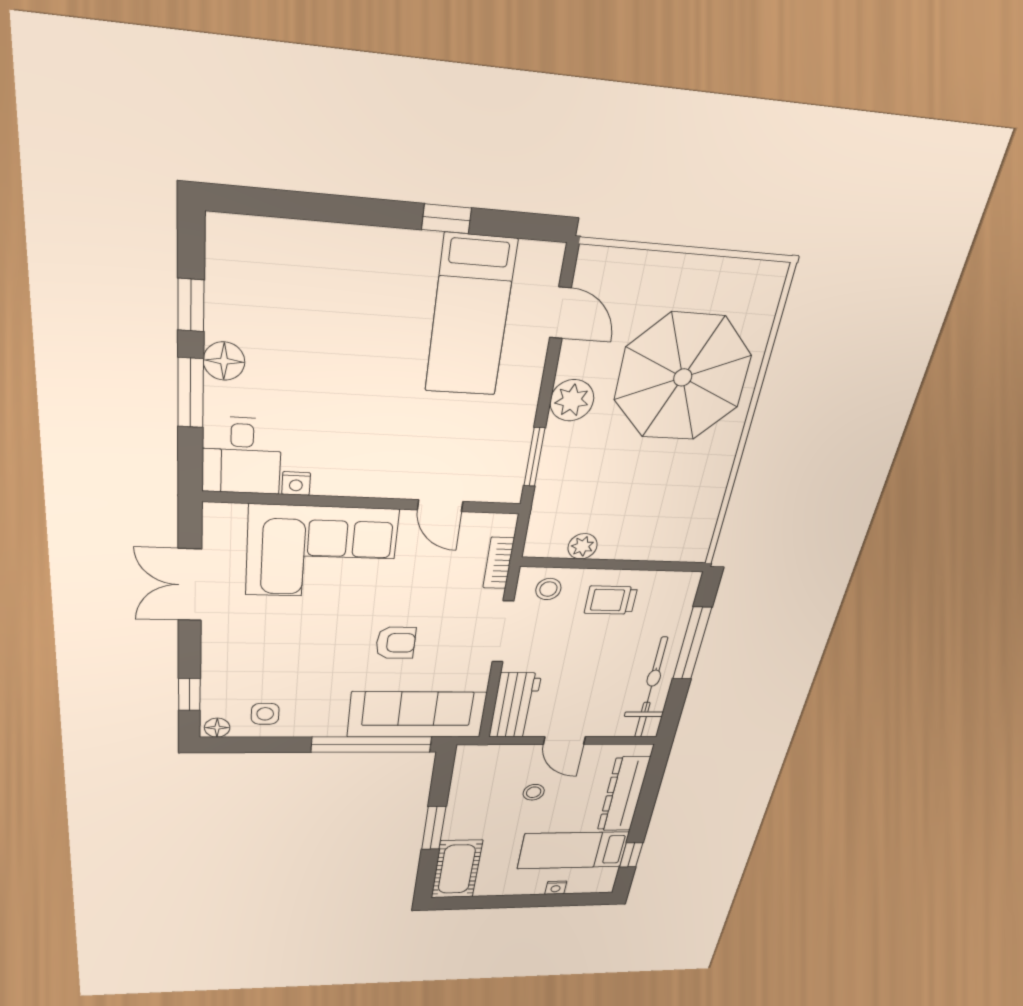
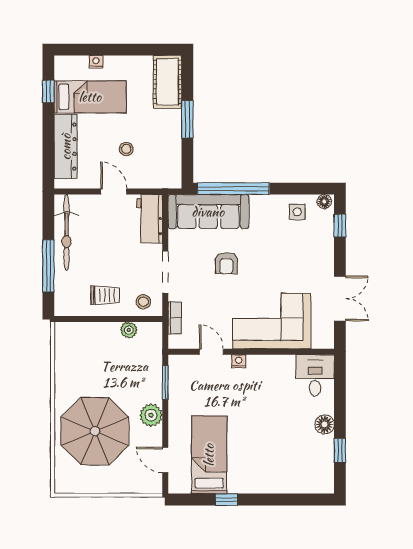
window: (191, 393) -> (340, 407), removed
nightstand: (296, 484) -> (239, 361), moved
armchair: (396, 643) -> (226, 263), turned -90

